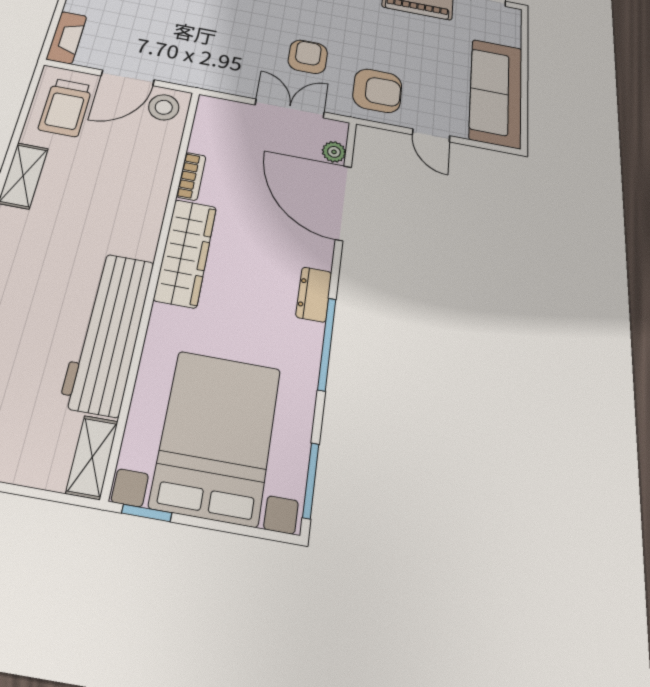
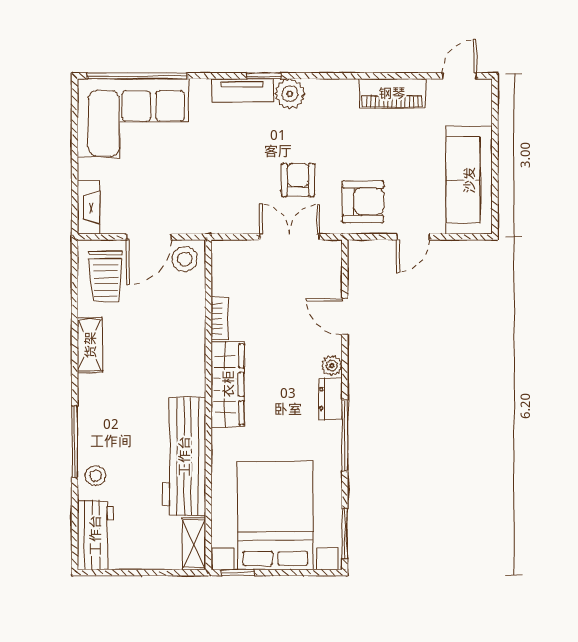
door: (431, 135) -> (413, 237), hinge flipped
plant: (334, 152) -> (332, 366), moved
door: (343, 203) -> (345, 316), width x0.53

